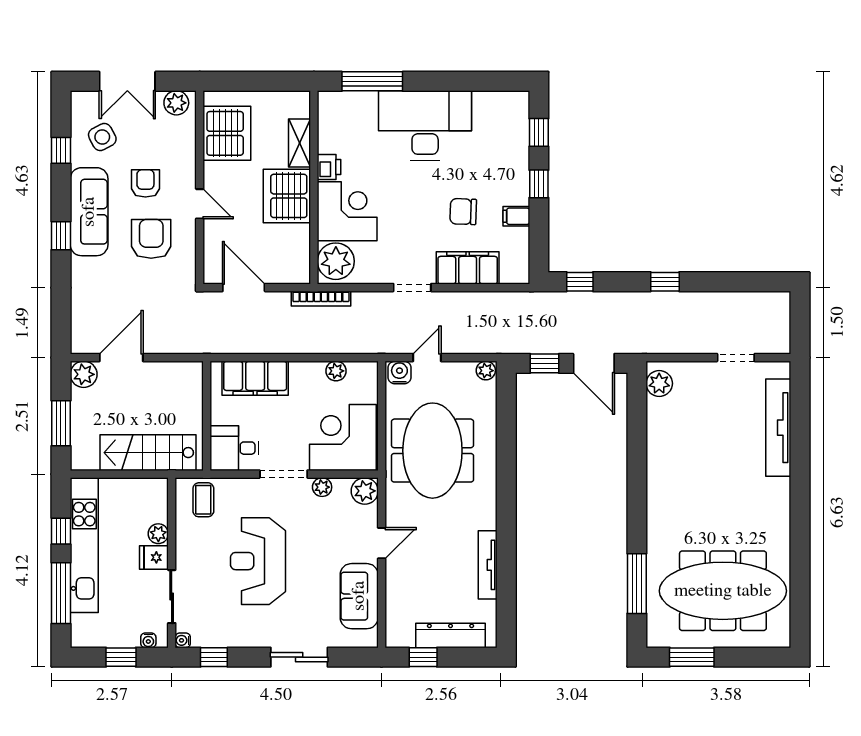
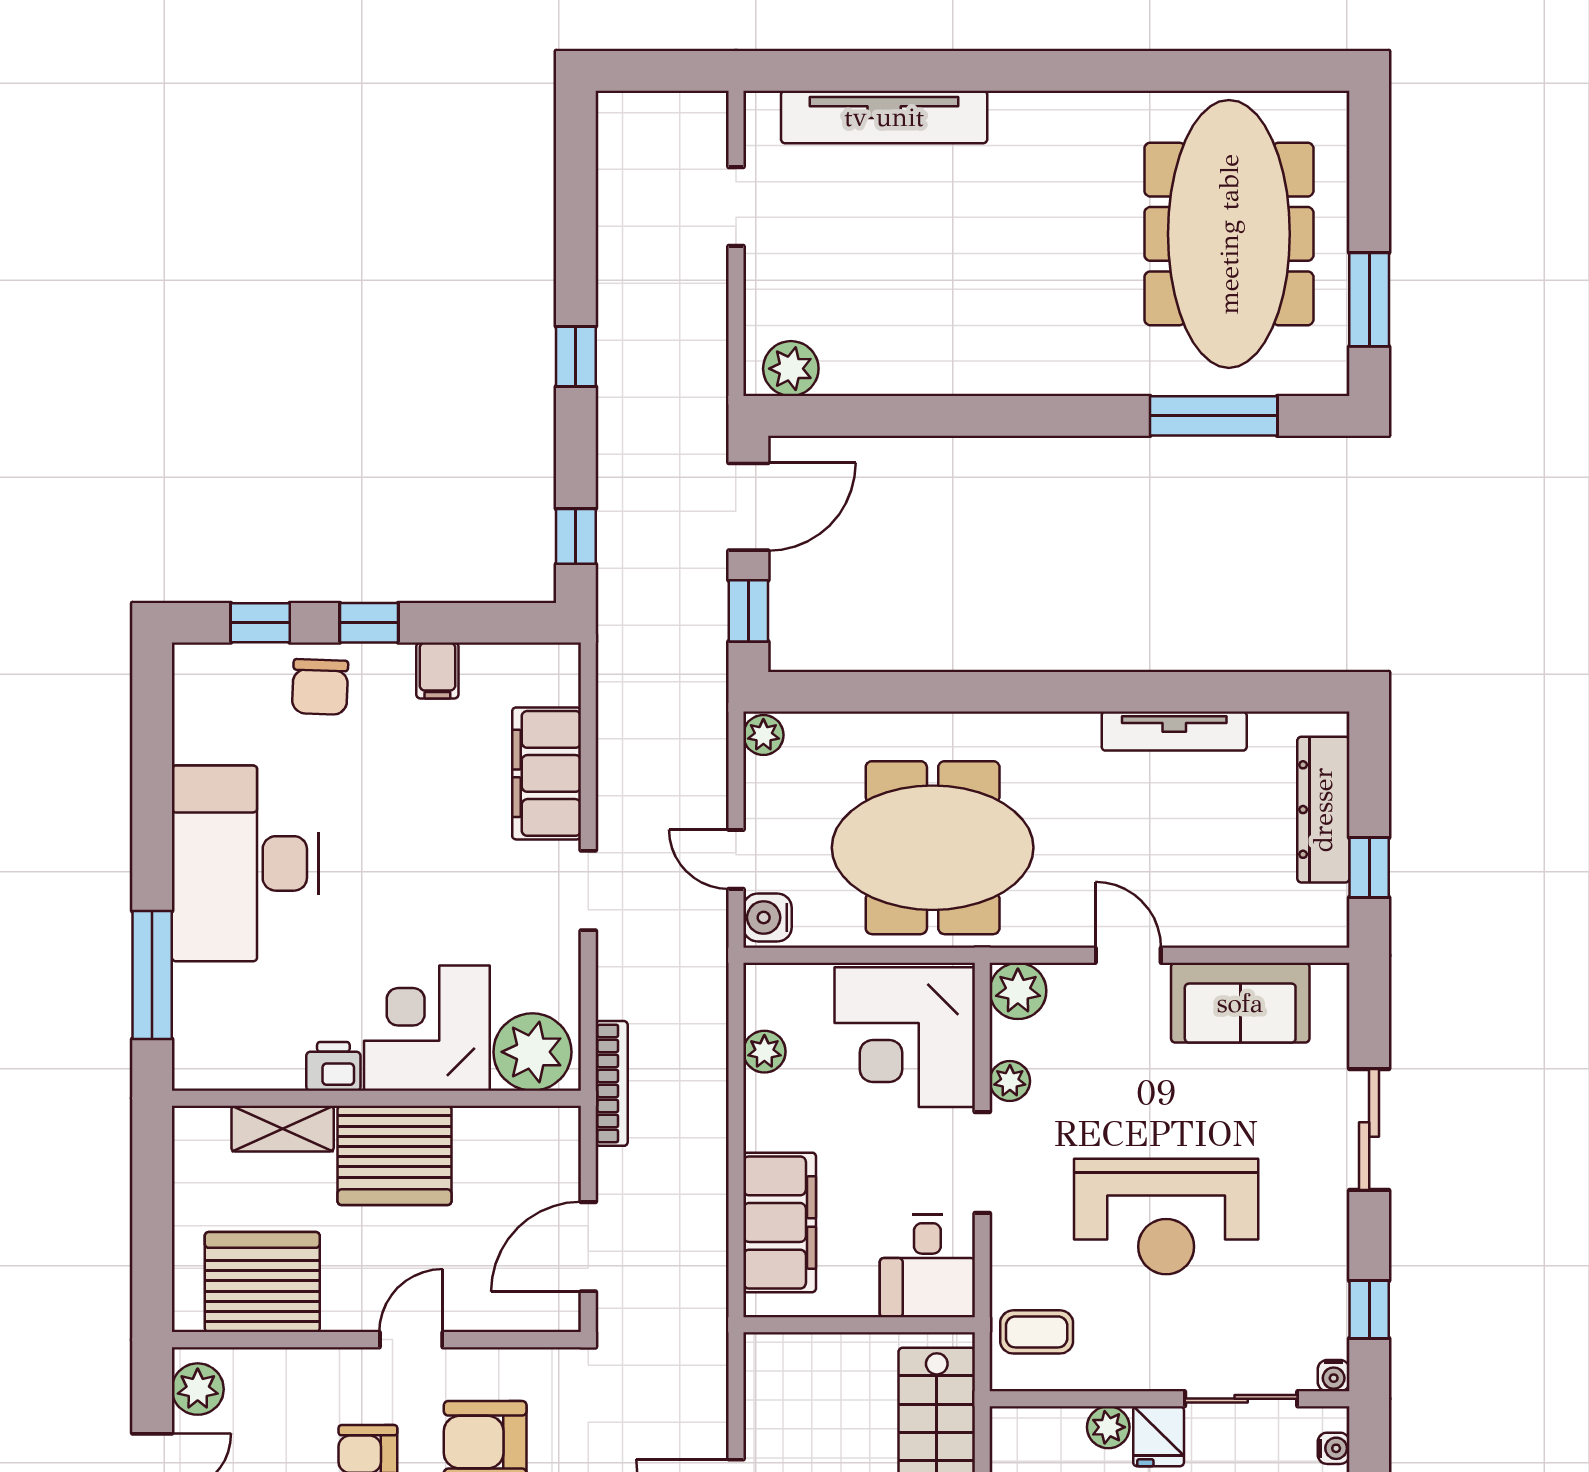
chair: (463, 212) -> (320, 687), moved

